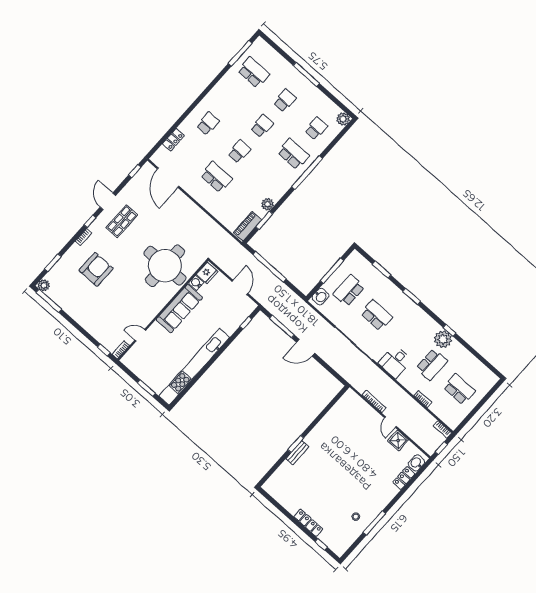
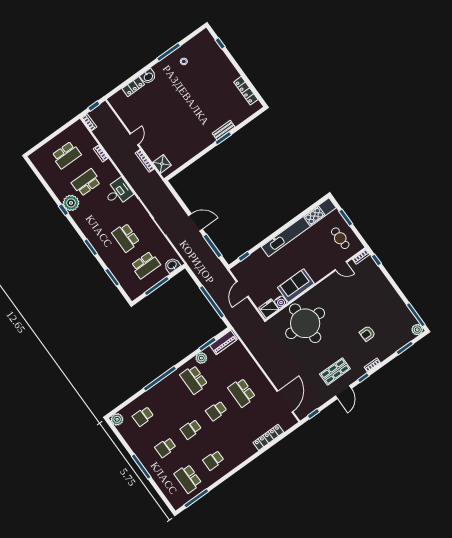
school desk: (208, 123) -> (213, 460), moved
locker: (173, 140) -> (268, 437), width x1.53
school desk: (293, 154) -> (194, 380), moved
armchair: (96, 269) -> (367, 334), width x0.53, depth x0.53
sofa: (179, 309) -> (296, 286), width x0.73
cafe table: (147, 365) -> (340, 238), added
school desk: (459, 389) -> (66, 155), turned -90
shower: (398, 441) -> (162, 164), moved
washbasin: (416, 463) -> (148, 77), moved
locker: (308, 523) -> (246, 91), moved

